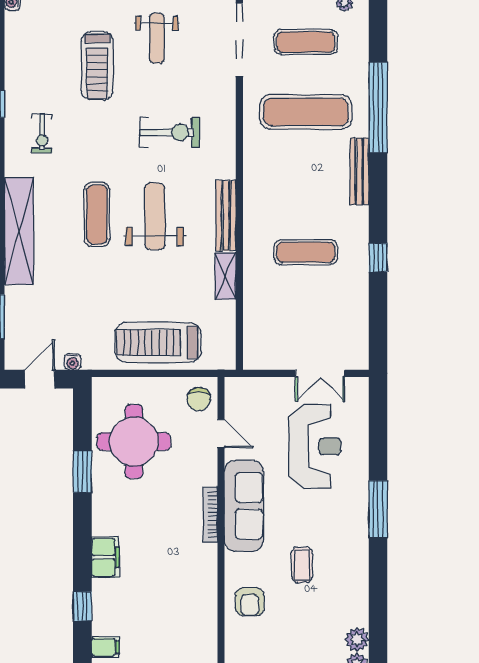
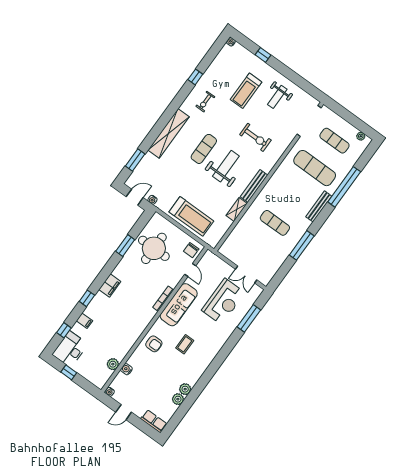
window: (378, 257) -> (302, 245), width x2.17
treadmill: (158, 343) -> (191, 216), turned 180
window: (378, 509) -> (249, 318), moved
armchair: (250, 602) -> (154, 344), turned -90

